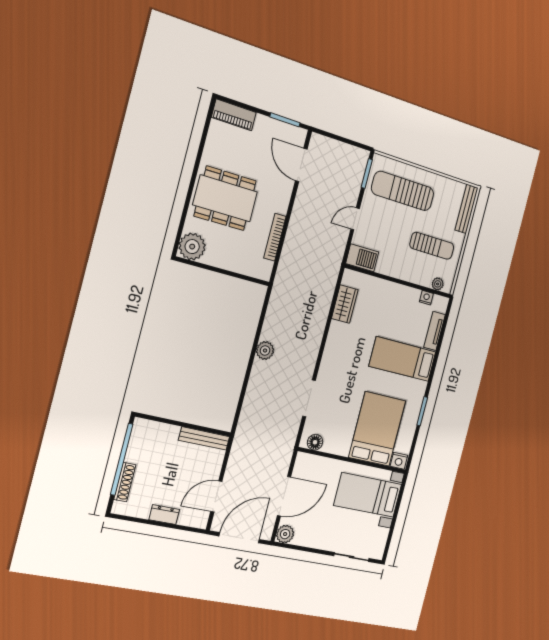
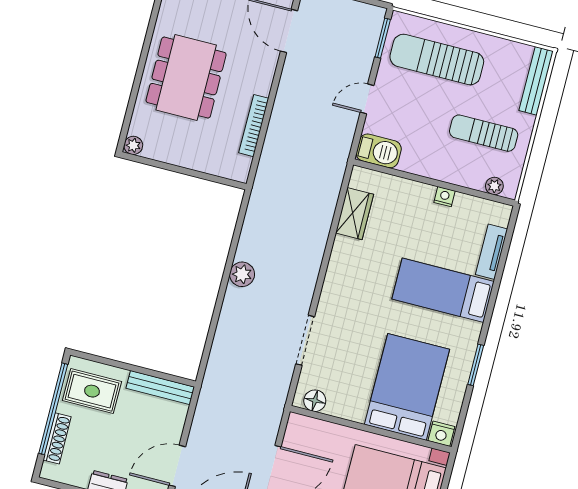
dining table: (225, 198) -> (186, 78), turned 90
sun lounger: (432, 246) -> (484, 133), turned 180
plant: (192, 247) -> (133, 145), width x0.53, depth x0.53
nightstand: (426, 298) -> (445, 197), moved
rug: (152, 444) -> (92, 391), added

